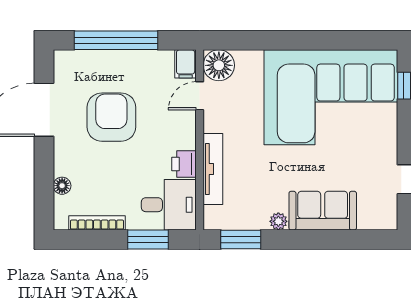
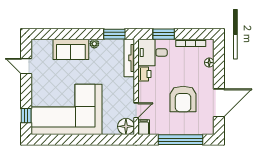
tv unit: (213, 169) -> (129, 58), moved

